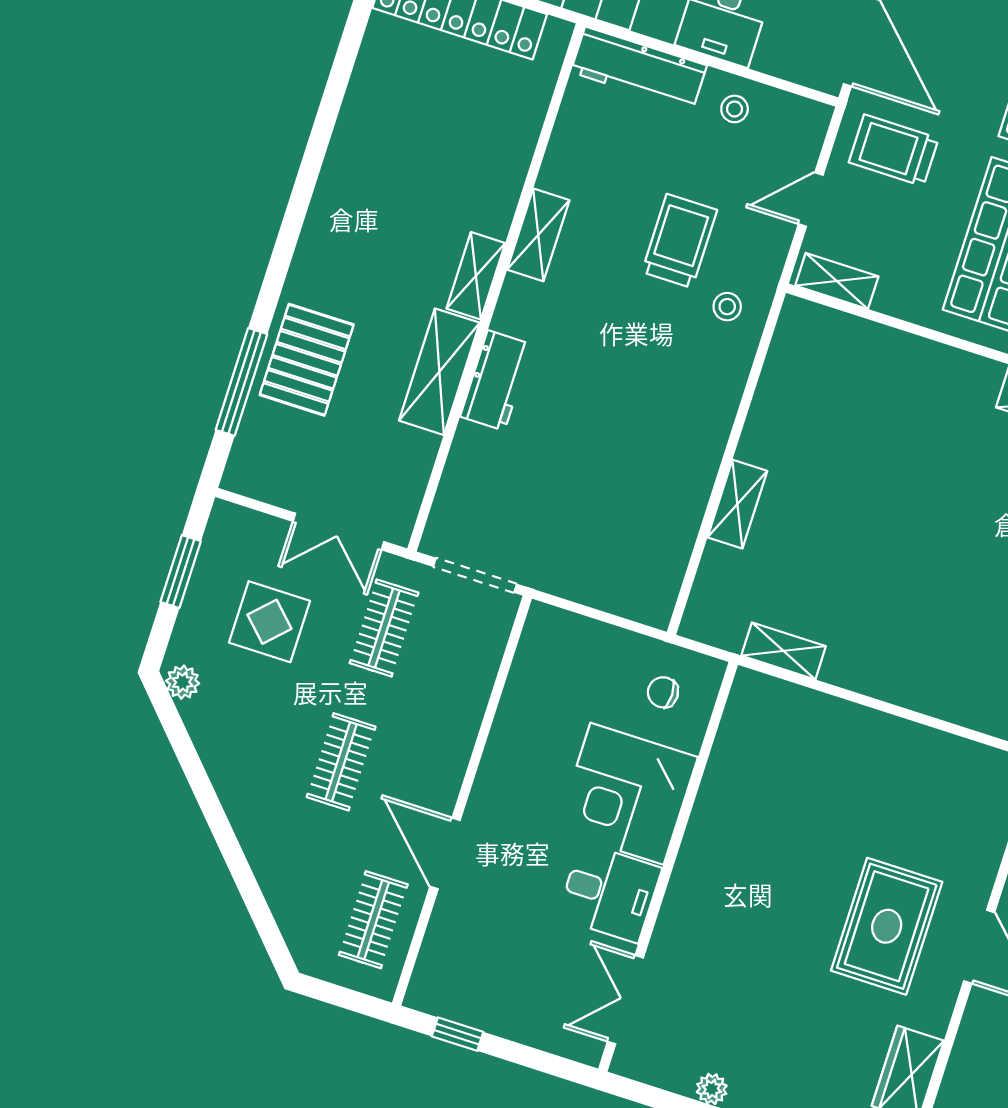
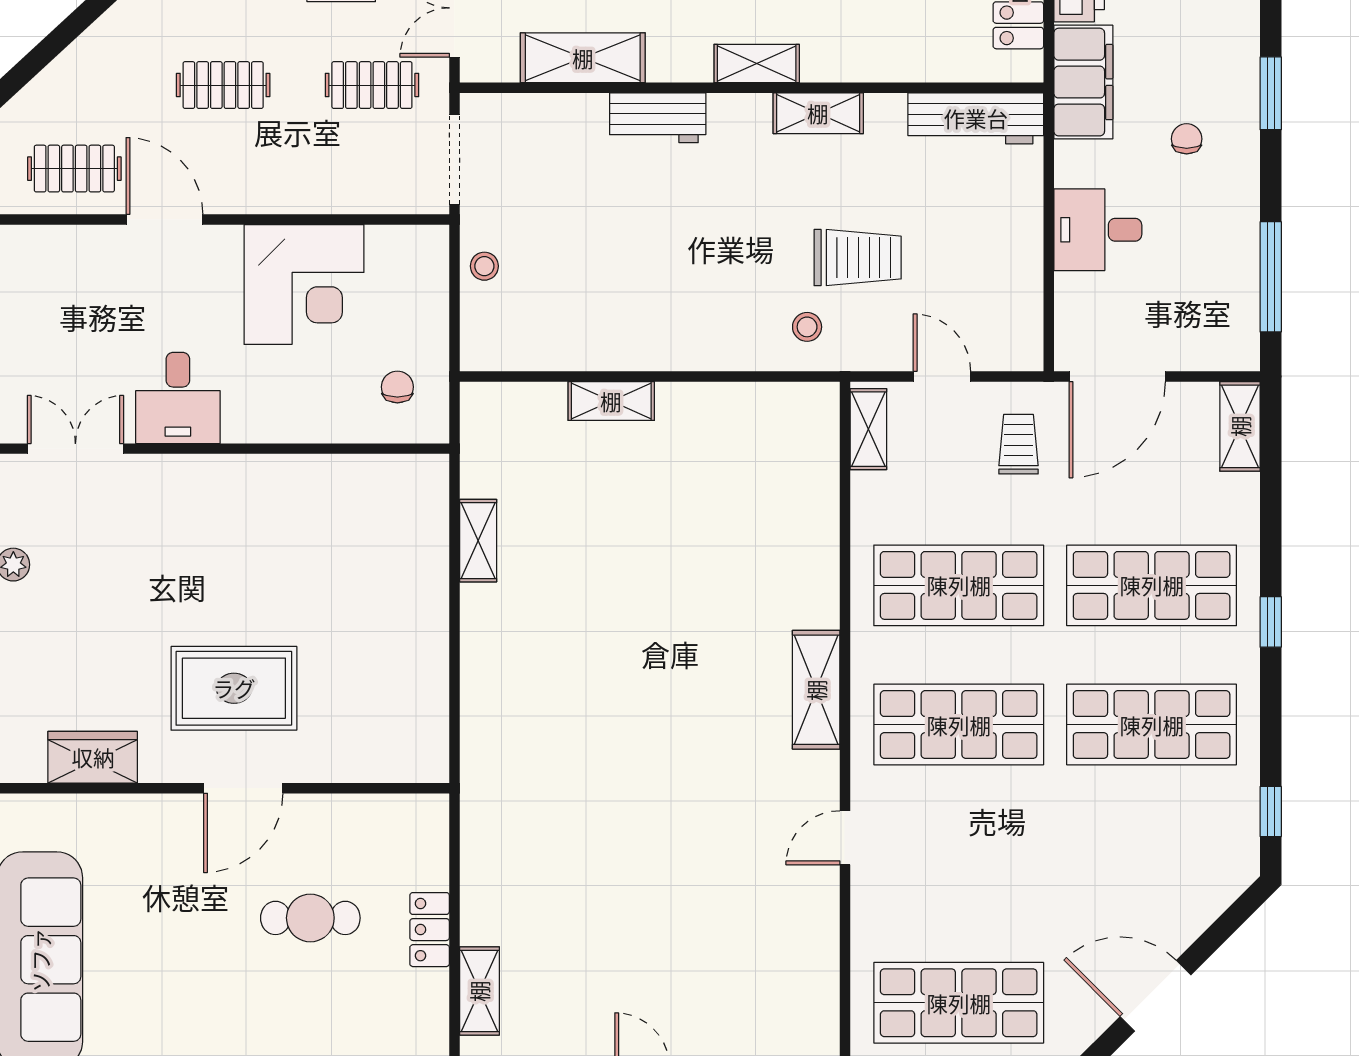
workbench: (639, 69) -> (976, 118), moved, turned -90
stool: (735, 109) -> (484, 266), moved
trolley: (894, 150) -> (1018, 444), width x0.73, depth x0.72
shelving: (439, 372) -> (583, 58), moved
shelving: (784, 651) -> (478, 541), moved
corner desk: (627, 794) -> (304, 284), moved, turned 180
door: (445, 853) -> (164, 219), hinge flipped

